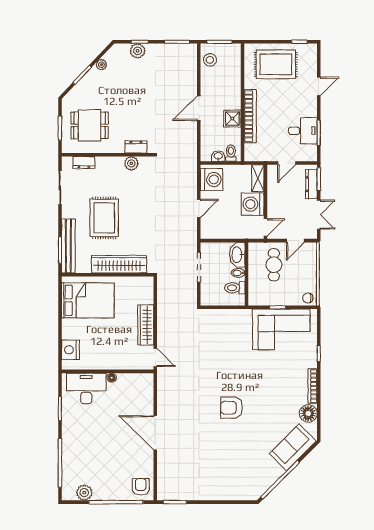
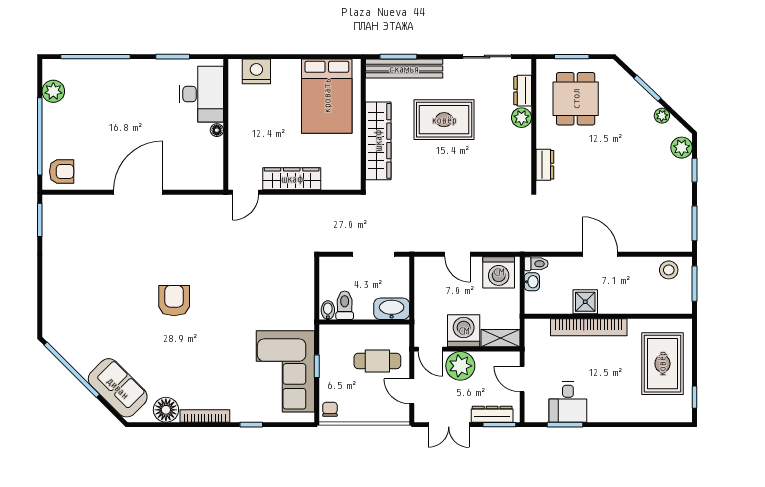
plant: (138, 51) -> (682, 148), moved
door: (319, 86) -> (631, 425), removed
toilet: (231, 153) -> (536, 264), moved
plant: (131, 163) -> (521, 118), moved
plant: (277, 206) -> (460, 366), added
bidet: (238, 273) -> (328, 310), moved

